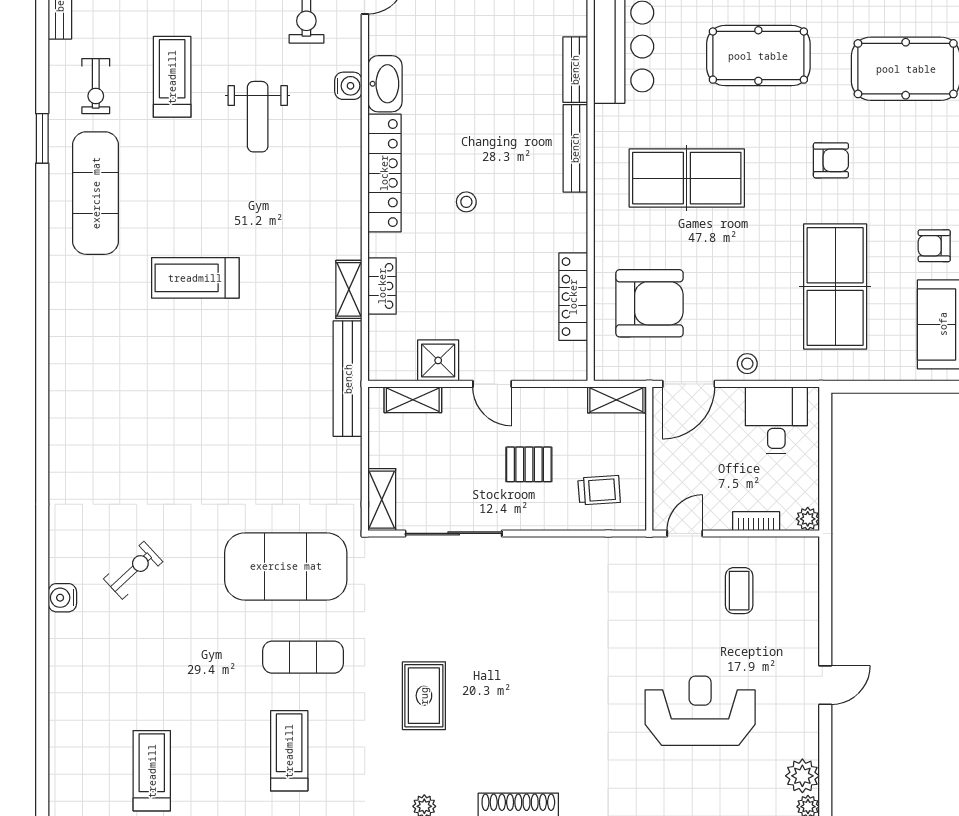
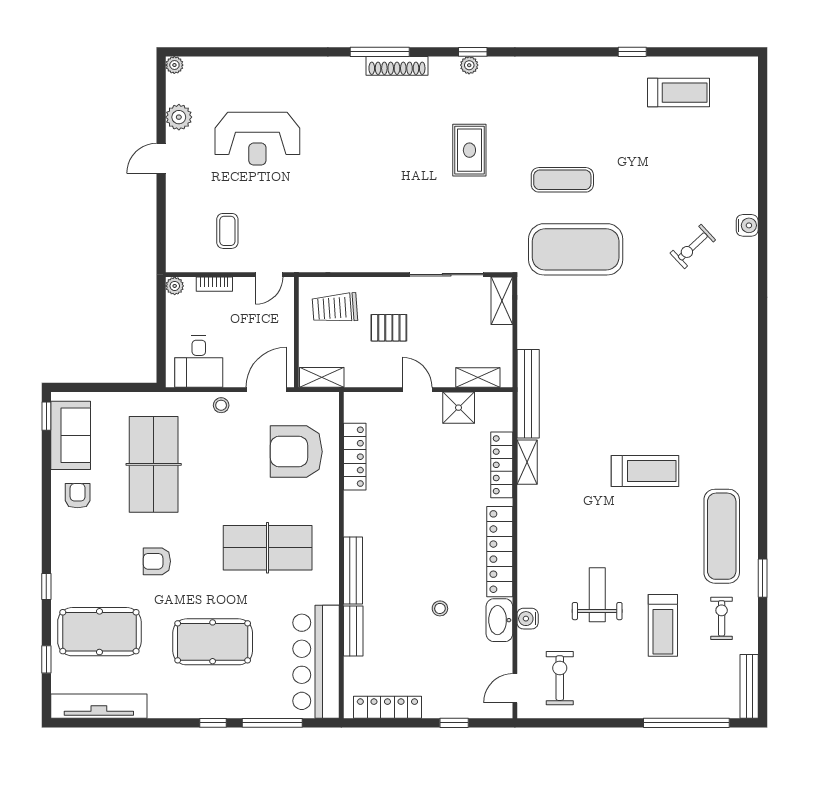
stool: (466, 202) -> (440, 608), moved
armchair: (934, 246) -> (78, 496), turned -90
locker: (382, 286) -> (502, 465), width x1.53
trolley: (599, 490) -> (335, 308), width x1.36, depth x1.39
treadmill: (289, 751) -> (573, 108), removed
treadmill: (152, 771) -> (678, 93), turned -90
plant: (802, 776) -> (179, 117), moved

